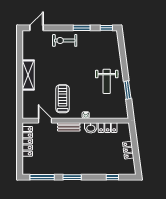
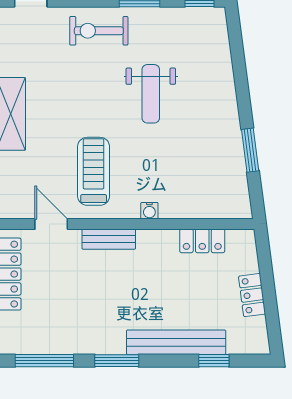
weight bench: (107, 81) -> (151, 94), moved
washbasin: (91, 128) -> (162, 241), removed
bench: (97, 170) -> (176, 342), added

